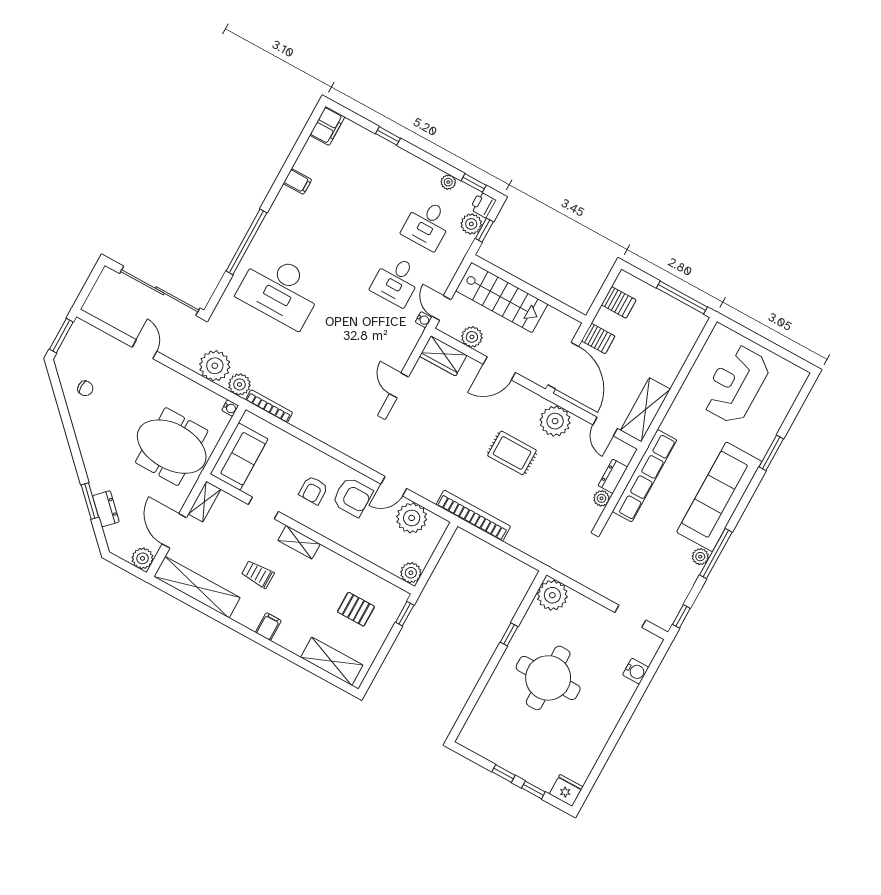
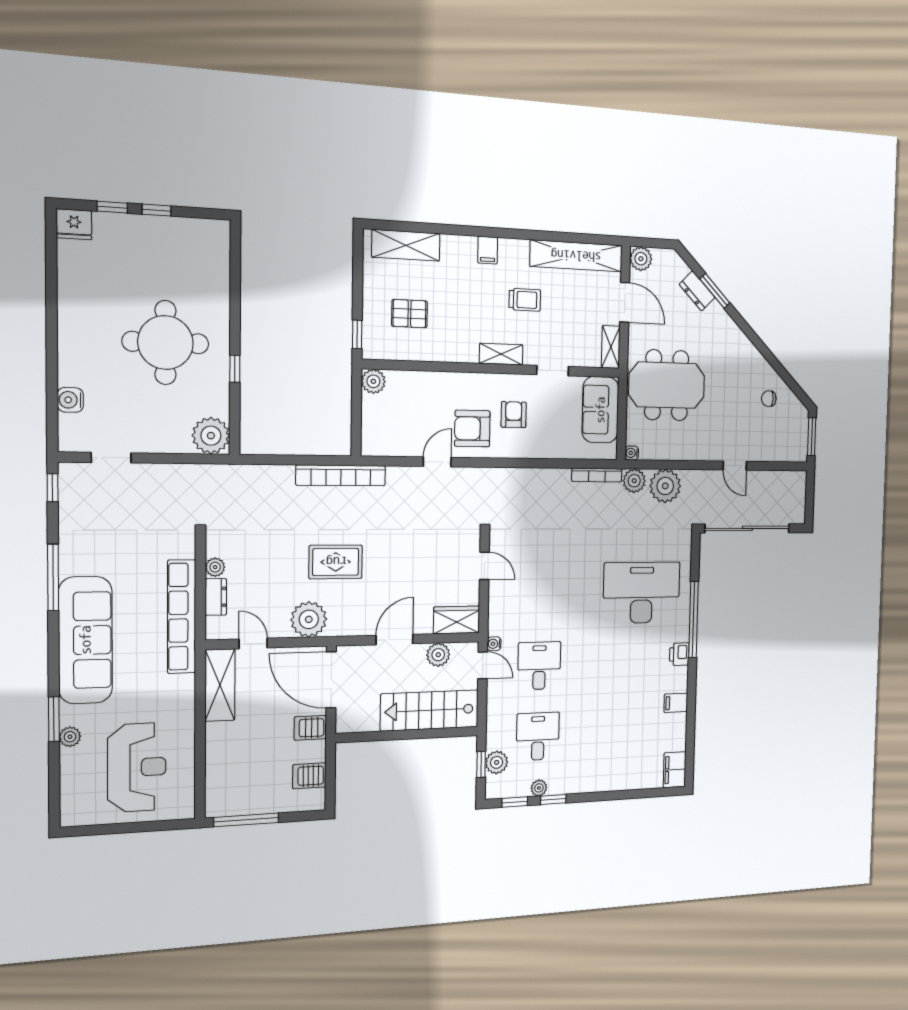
window: (388, 136) -> (553, 799), moved
printer: (483, 205) -> (679, 654), moved, turned 180
plant: (412, 518) -> (402, 439), removed
plant: (700, 557) -> (70, 737), moved

